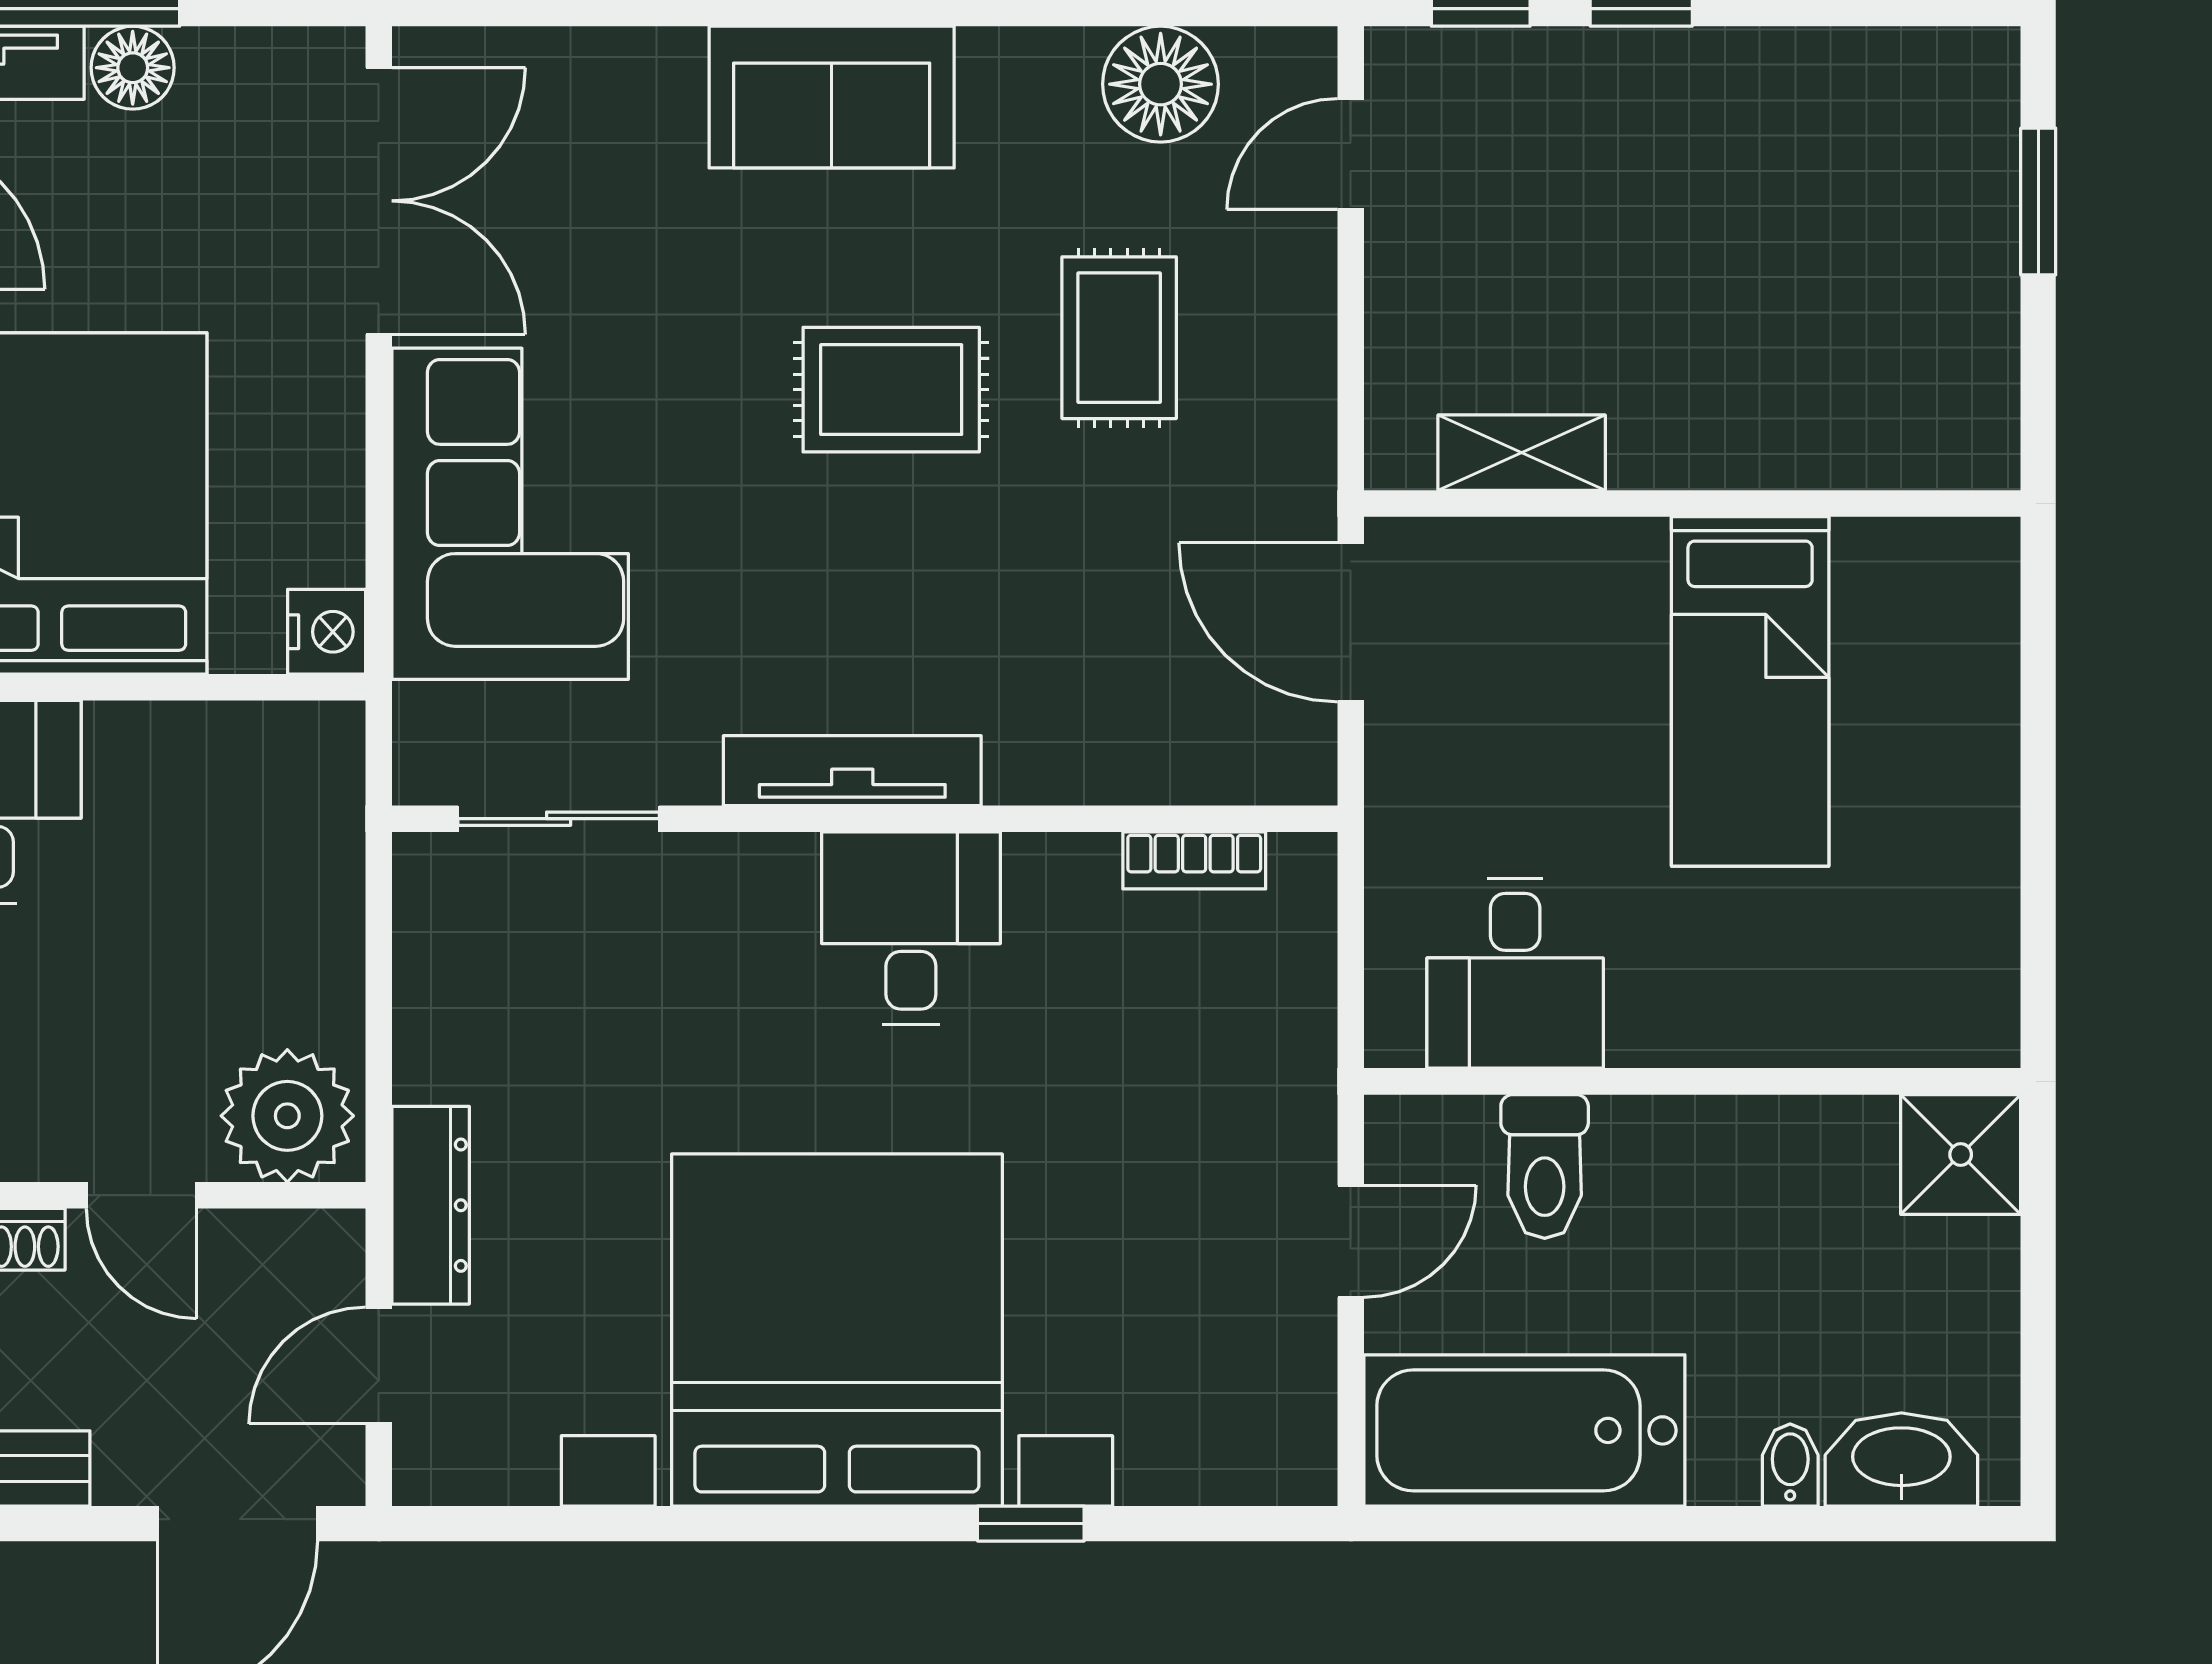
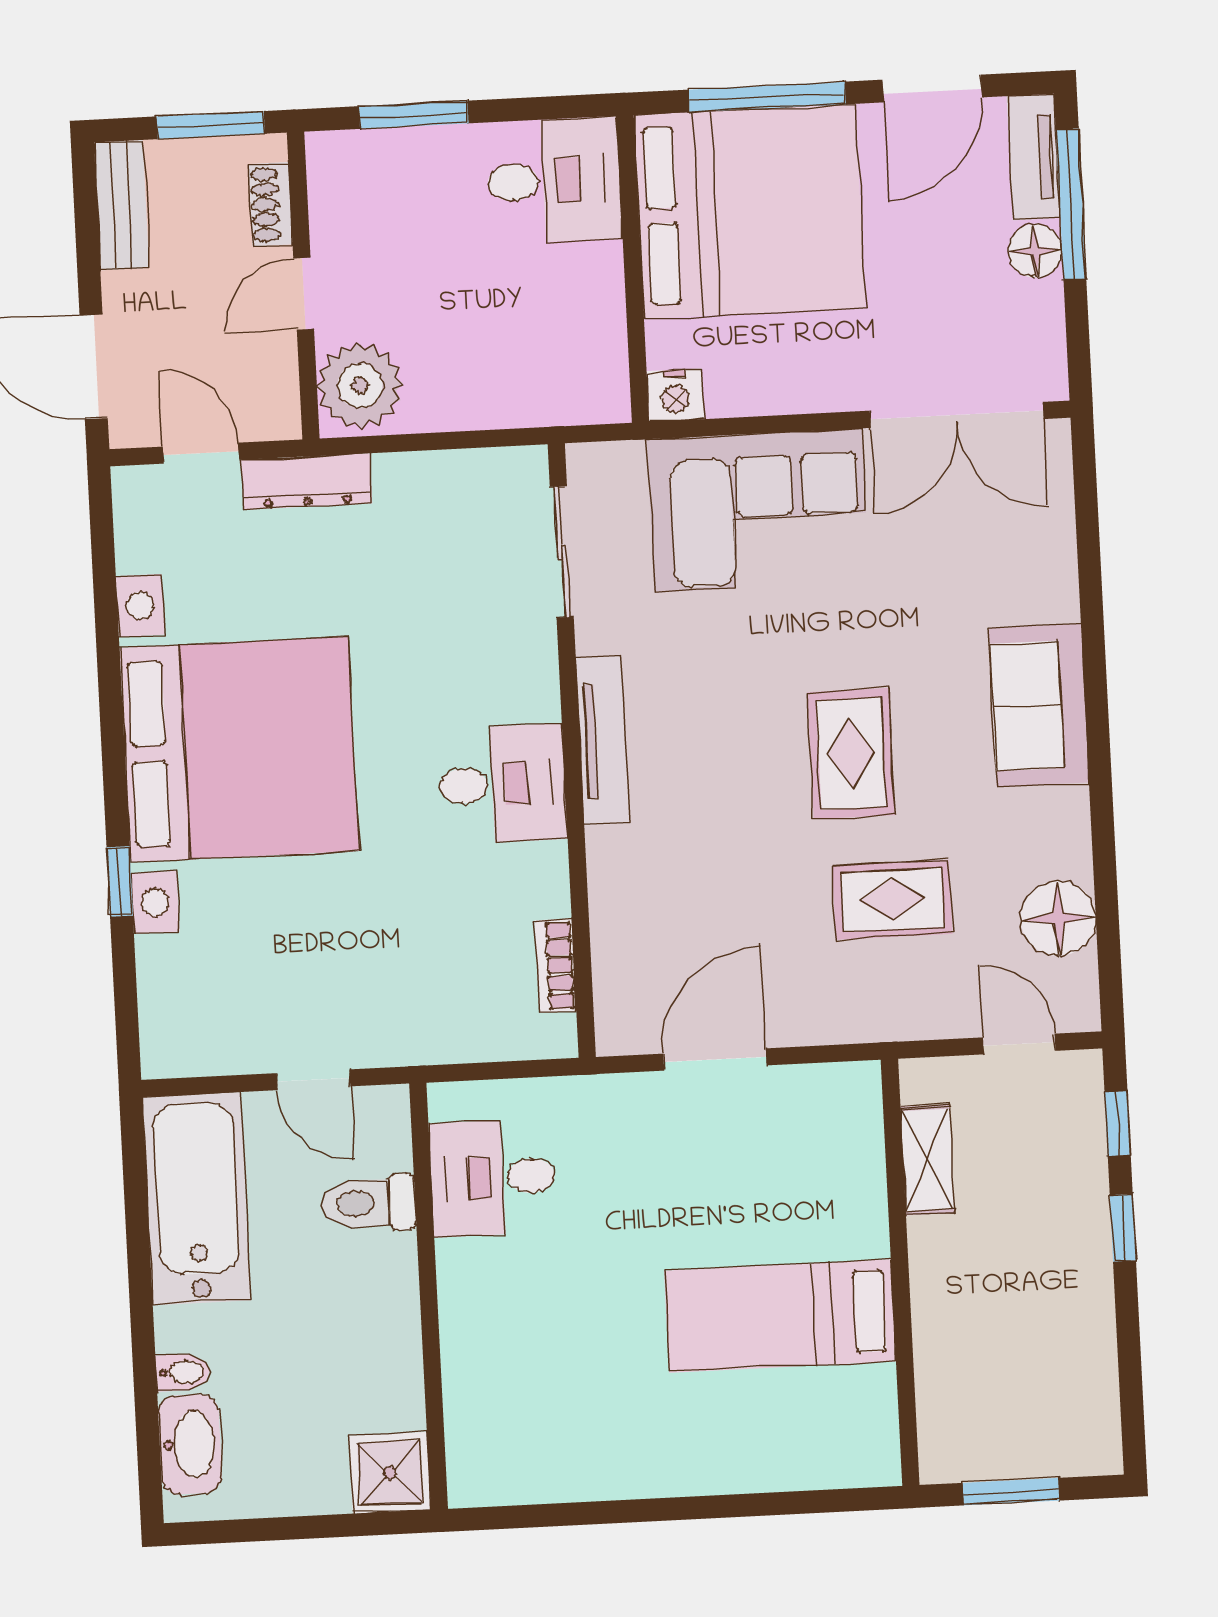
shelving: (1522, 453) -> (928, 1160), moved
wall: (1692, 503) -> (900, 1272), moved
bed: (1750, 691) -> (780, 1316), moved

